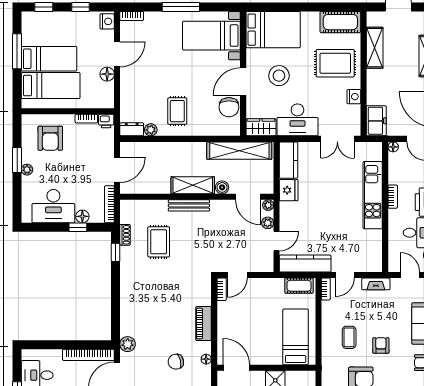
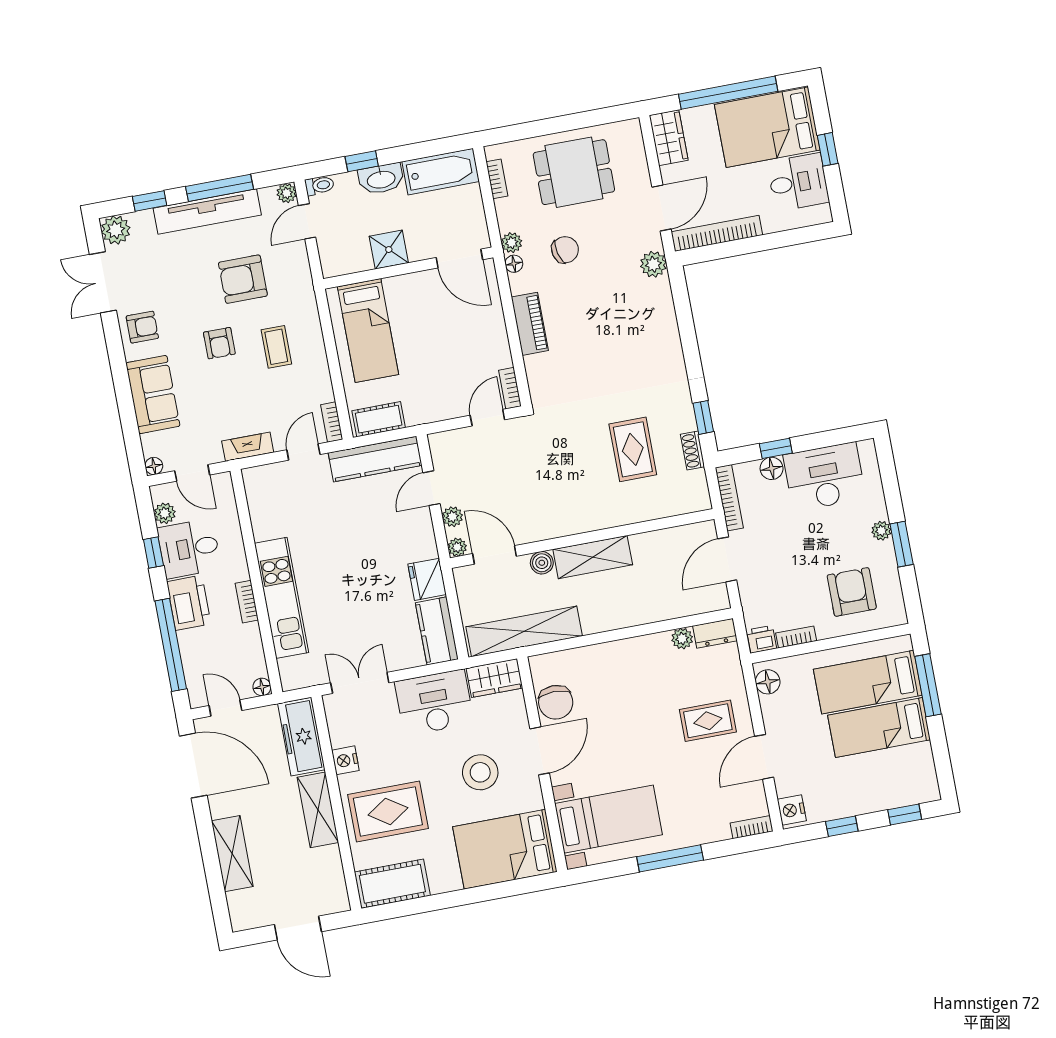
shelving: (375, 48) -> (318, 810), moved
window: (17, 51) -> (928, 685), moved
floor lamp: (107, 74) -> (768, 682), moved
chair: (229, 107) -> (556, 702), turned 180
rug: (177, 111) -> (708, 721), moved, turned 90
freezer: (376, 121) -> (301, 737), width x1.40
bench: (189, 205) -> (593, 521), removed
plant: (205, 371) -> (512, 243), added

